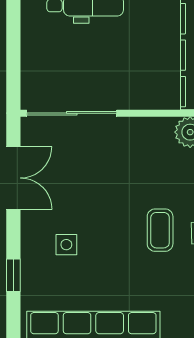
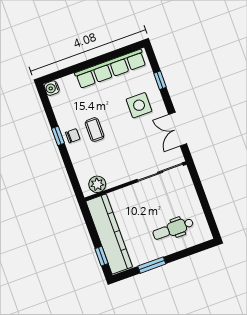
side table: (66, 245) -> (139, 105), width x1.87, depth x1.87

